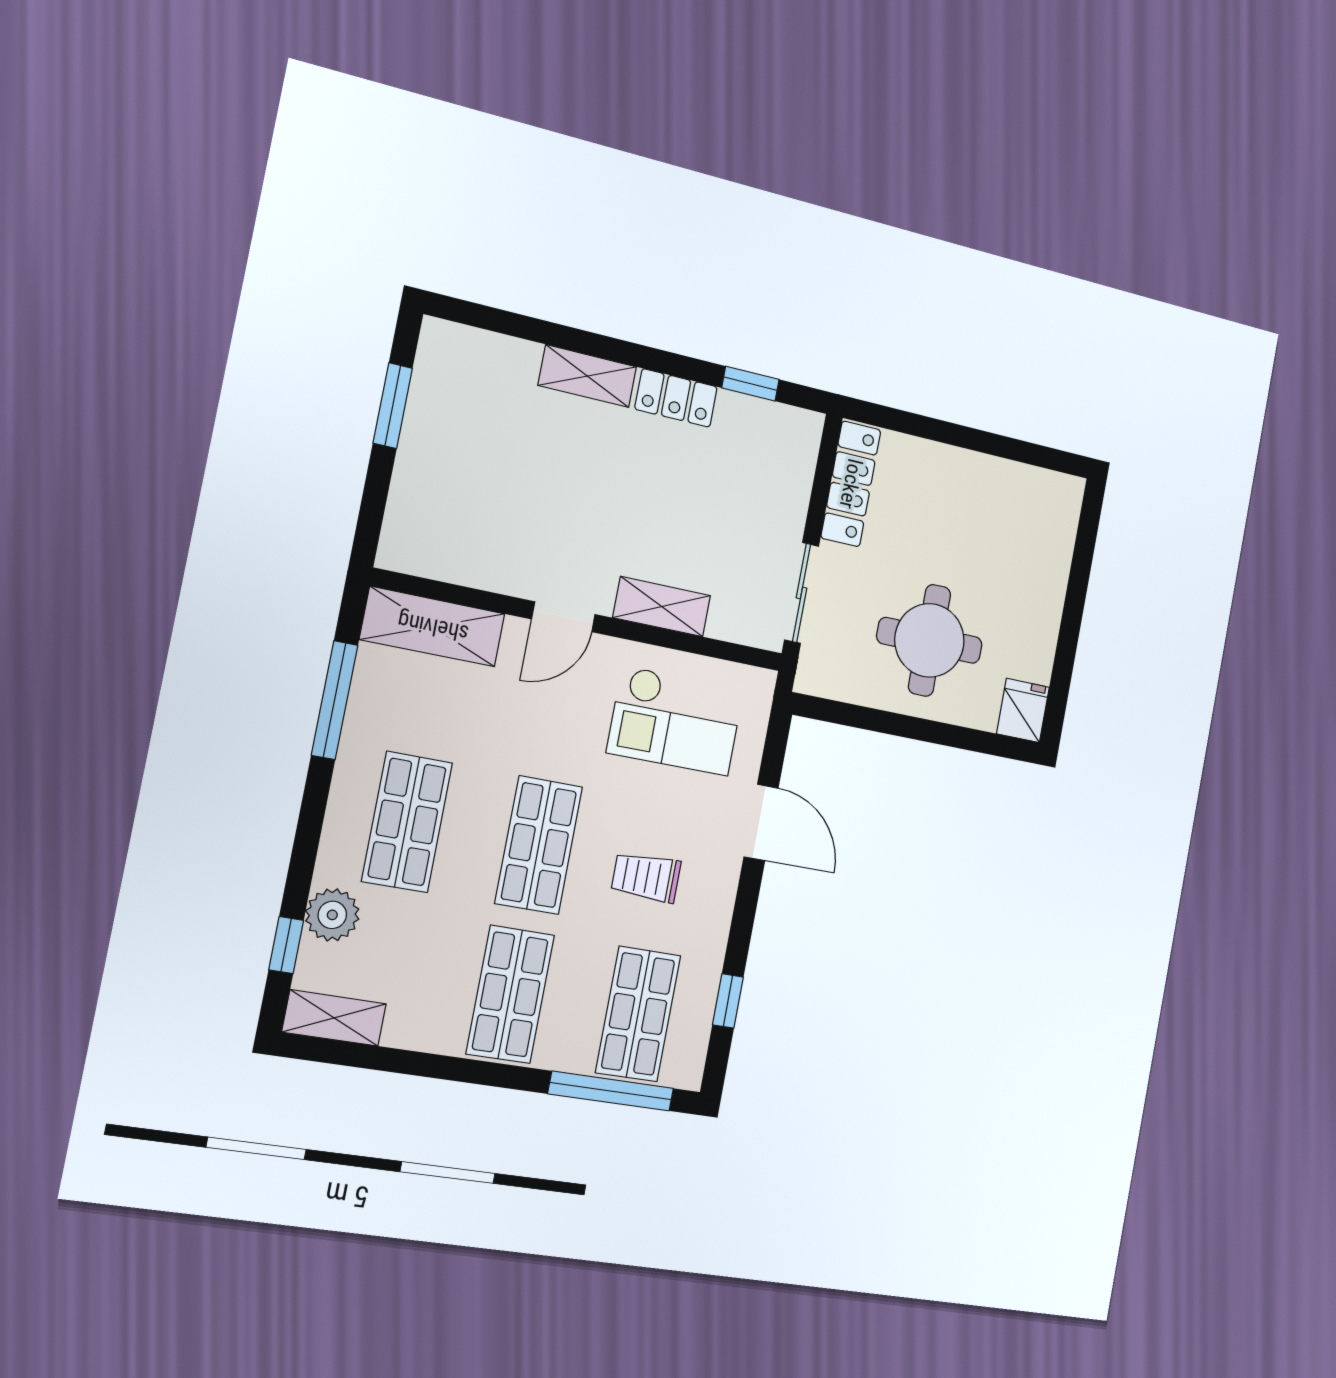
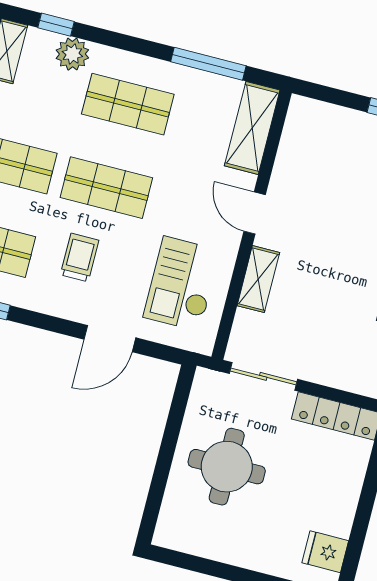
fridge: (1023, 711) -> (325, 552), moved, turned 180

